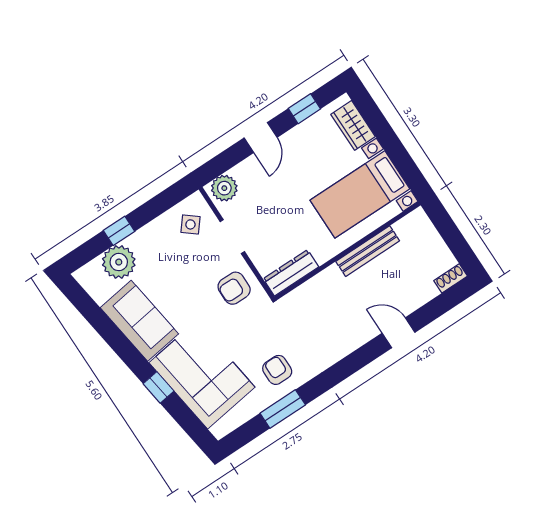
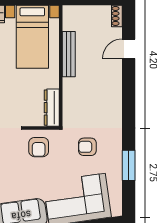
door: (398, 333) -> (129, 49), moved
armchair: (277, 370) -> (87, 147), moved

